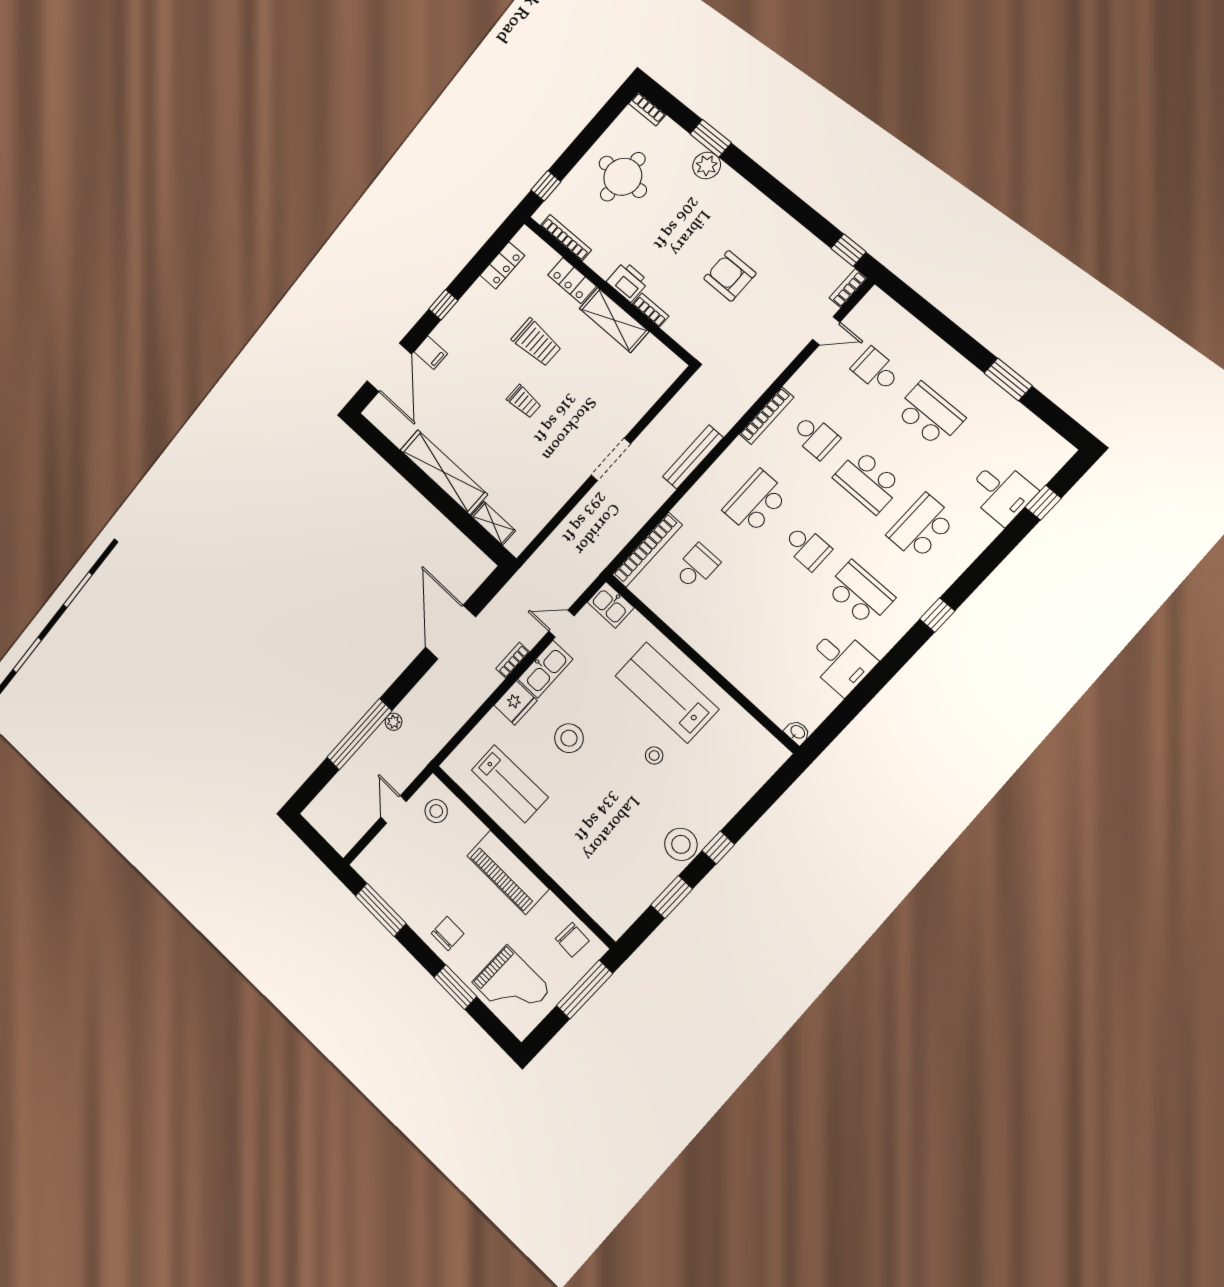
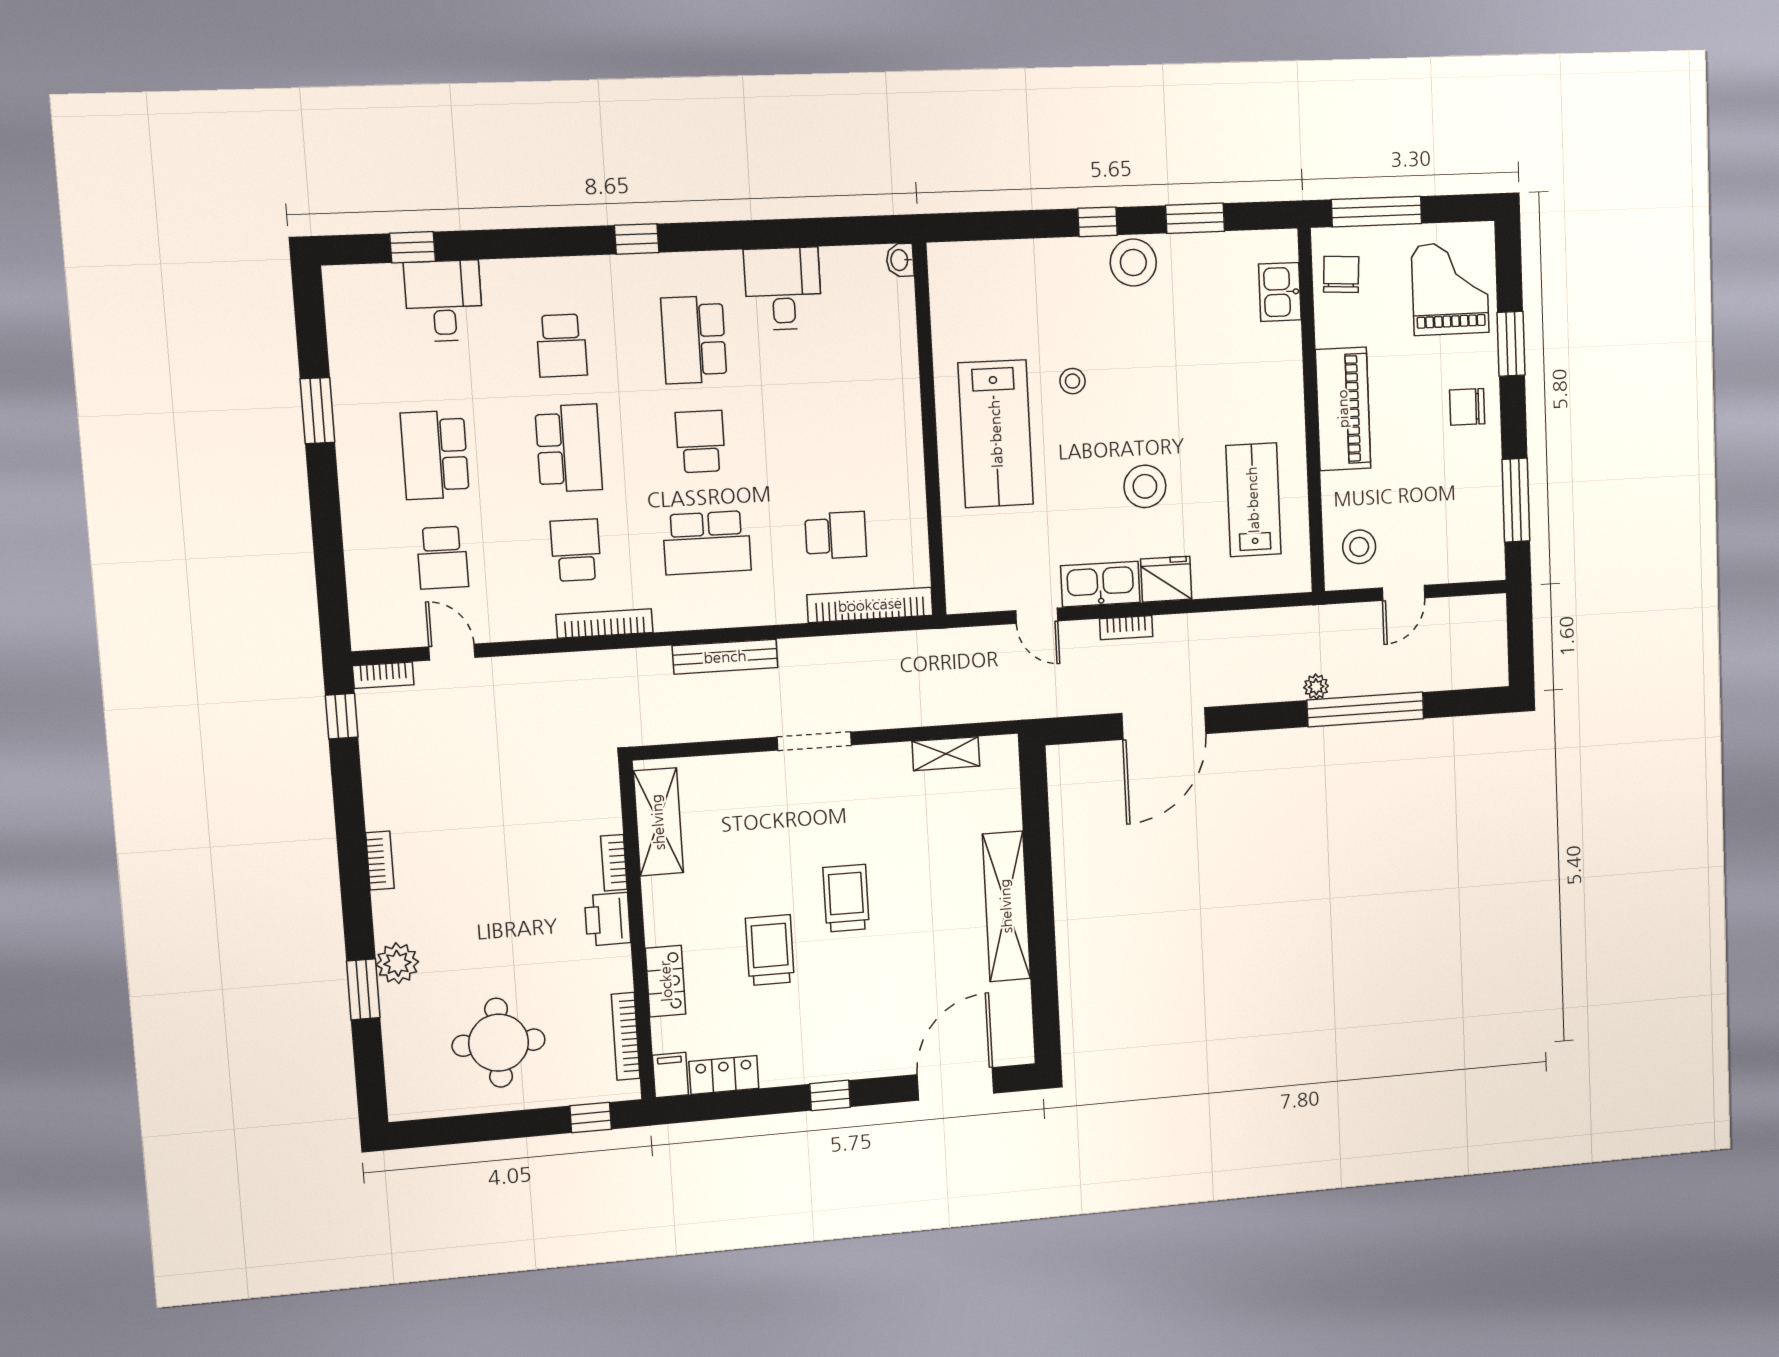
bookcase: (647, 109) -> (380, 861), moved
armchair: (730, 276) -> (493, 815), removed
shelving: (614, 320) -> (658, 822), moved
filing cabinet: (431, 353) -> (670, 1075), moved
trolley: (524, 402) -> (846, 898), width x1.36, depth x1.39
shelving: (493, 523) -> (946, 754), moved, turned 90
school desk: (921, 527) -> (562, 346), width x0.54
school desk: (697, 567) -> (836, 535), turned 180
kitchen sink: (611, 605) -> (1280, 292), moved, turned 180

